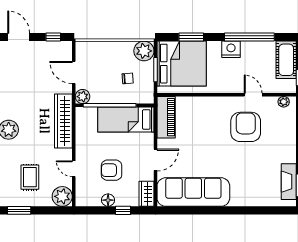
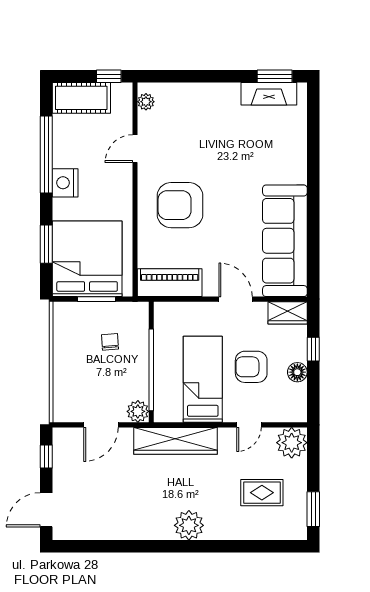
plant: (144, 51) -> (68, 317), removed
bed: (126, 119) -> (203, 379), moved, turned 180
armchair: (246, 127) -> (180, 205), moved
armchair: (112, 170) -> (251, 367), turned 90

